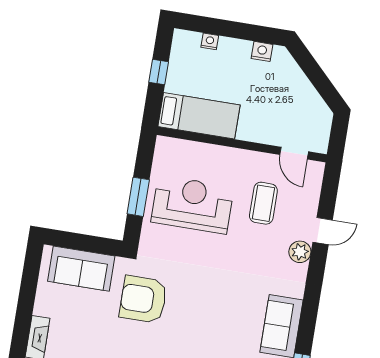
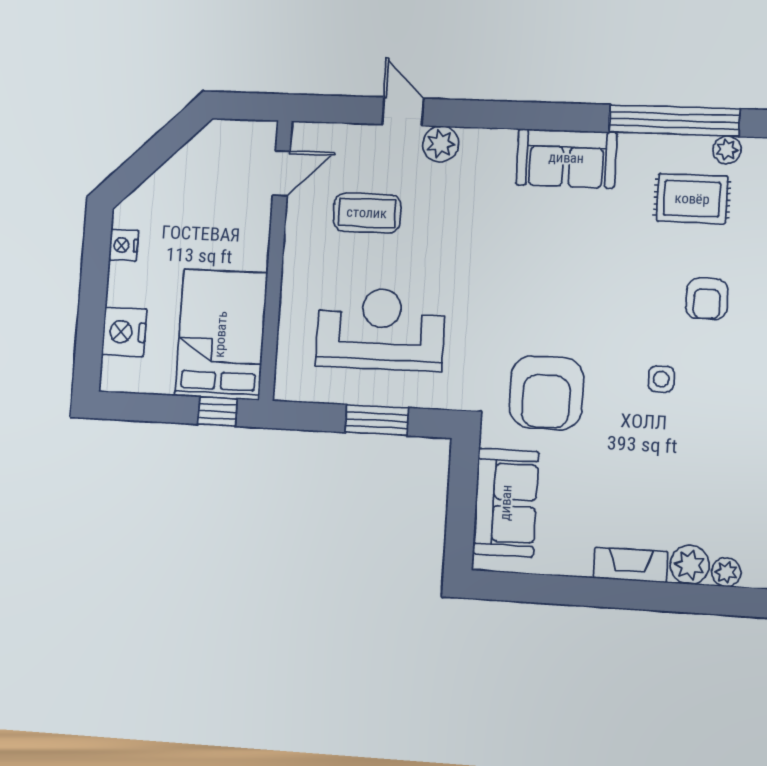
nightstand: (210, 41) -> (124, 332), width x1.89, depth x1.79
window: (159, 72) -> (217, 411), moved
bed: (199, 116) -> (221, 334), width x1.50
reception desk: (192, 204) -> (381, 329), turned 90

